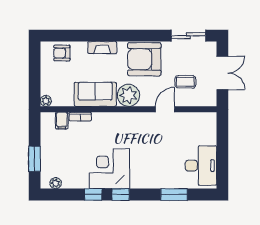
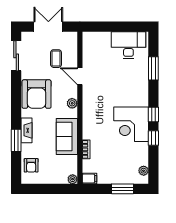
window: (91, 36) -> (16, 140), added
plant: (128, 95) -> (72, 103), width x0.53, depth x0.53
filing cabinet: (62, 121) -> (89, 179), moved

